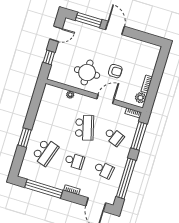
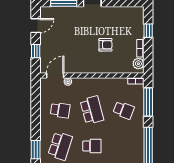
window: (159, 70) -> (148, 31), added
round table: (87, 72) -> (78, 55), removed
door: (105, 99) -> (55, 75), moved
window: (25, 138) -> (36, 150), moved
school desk: (104, 170) -> (60, 110), moved

